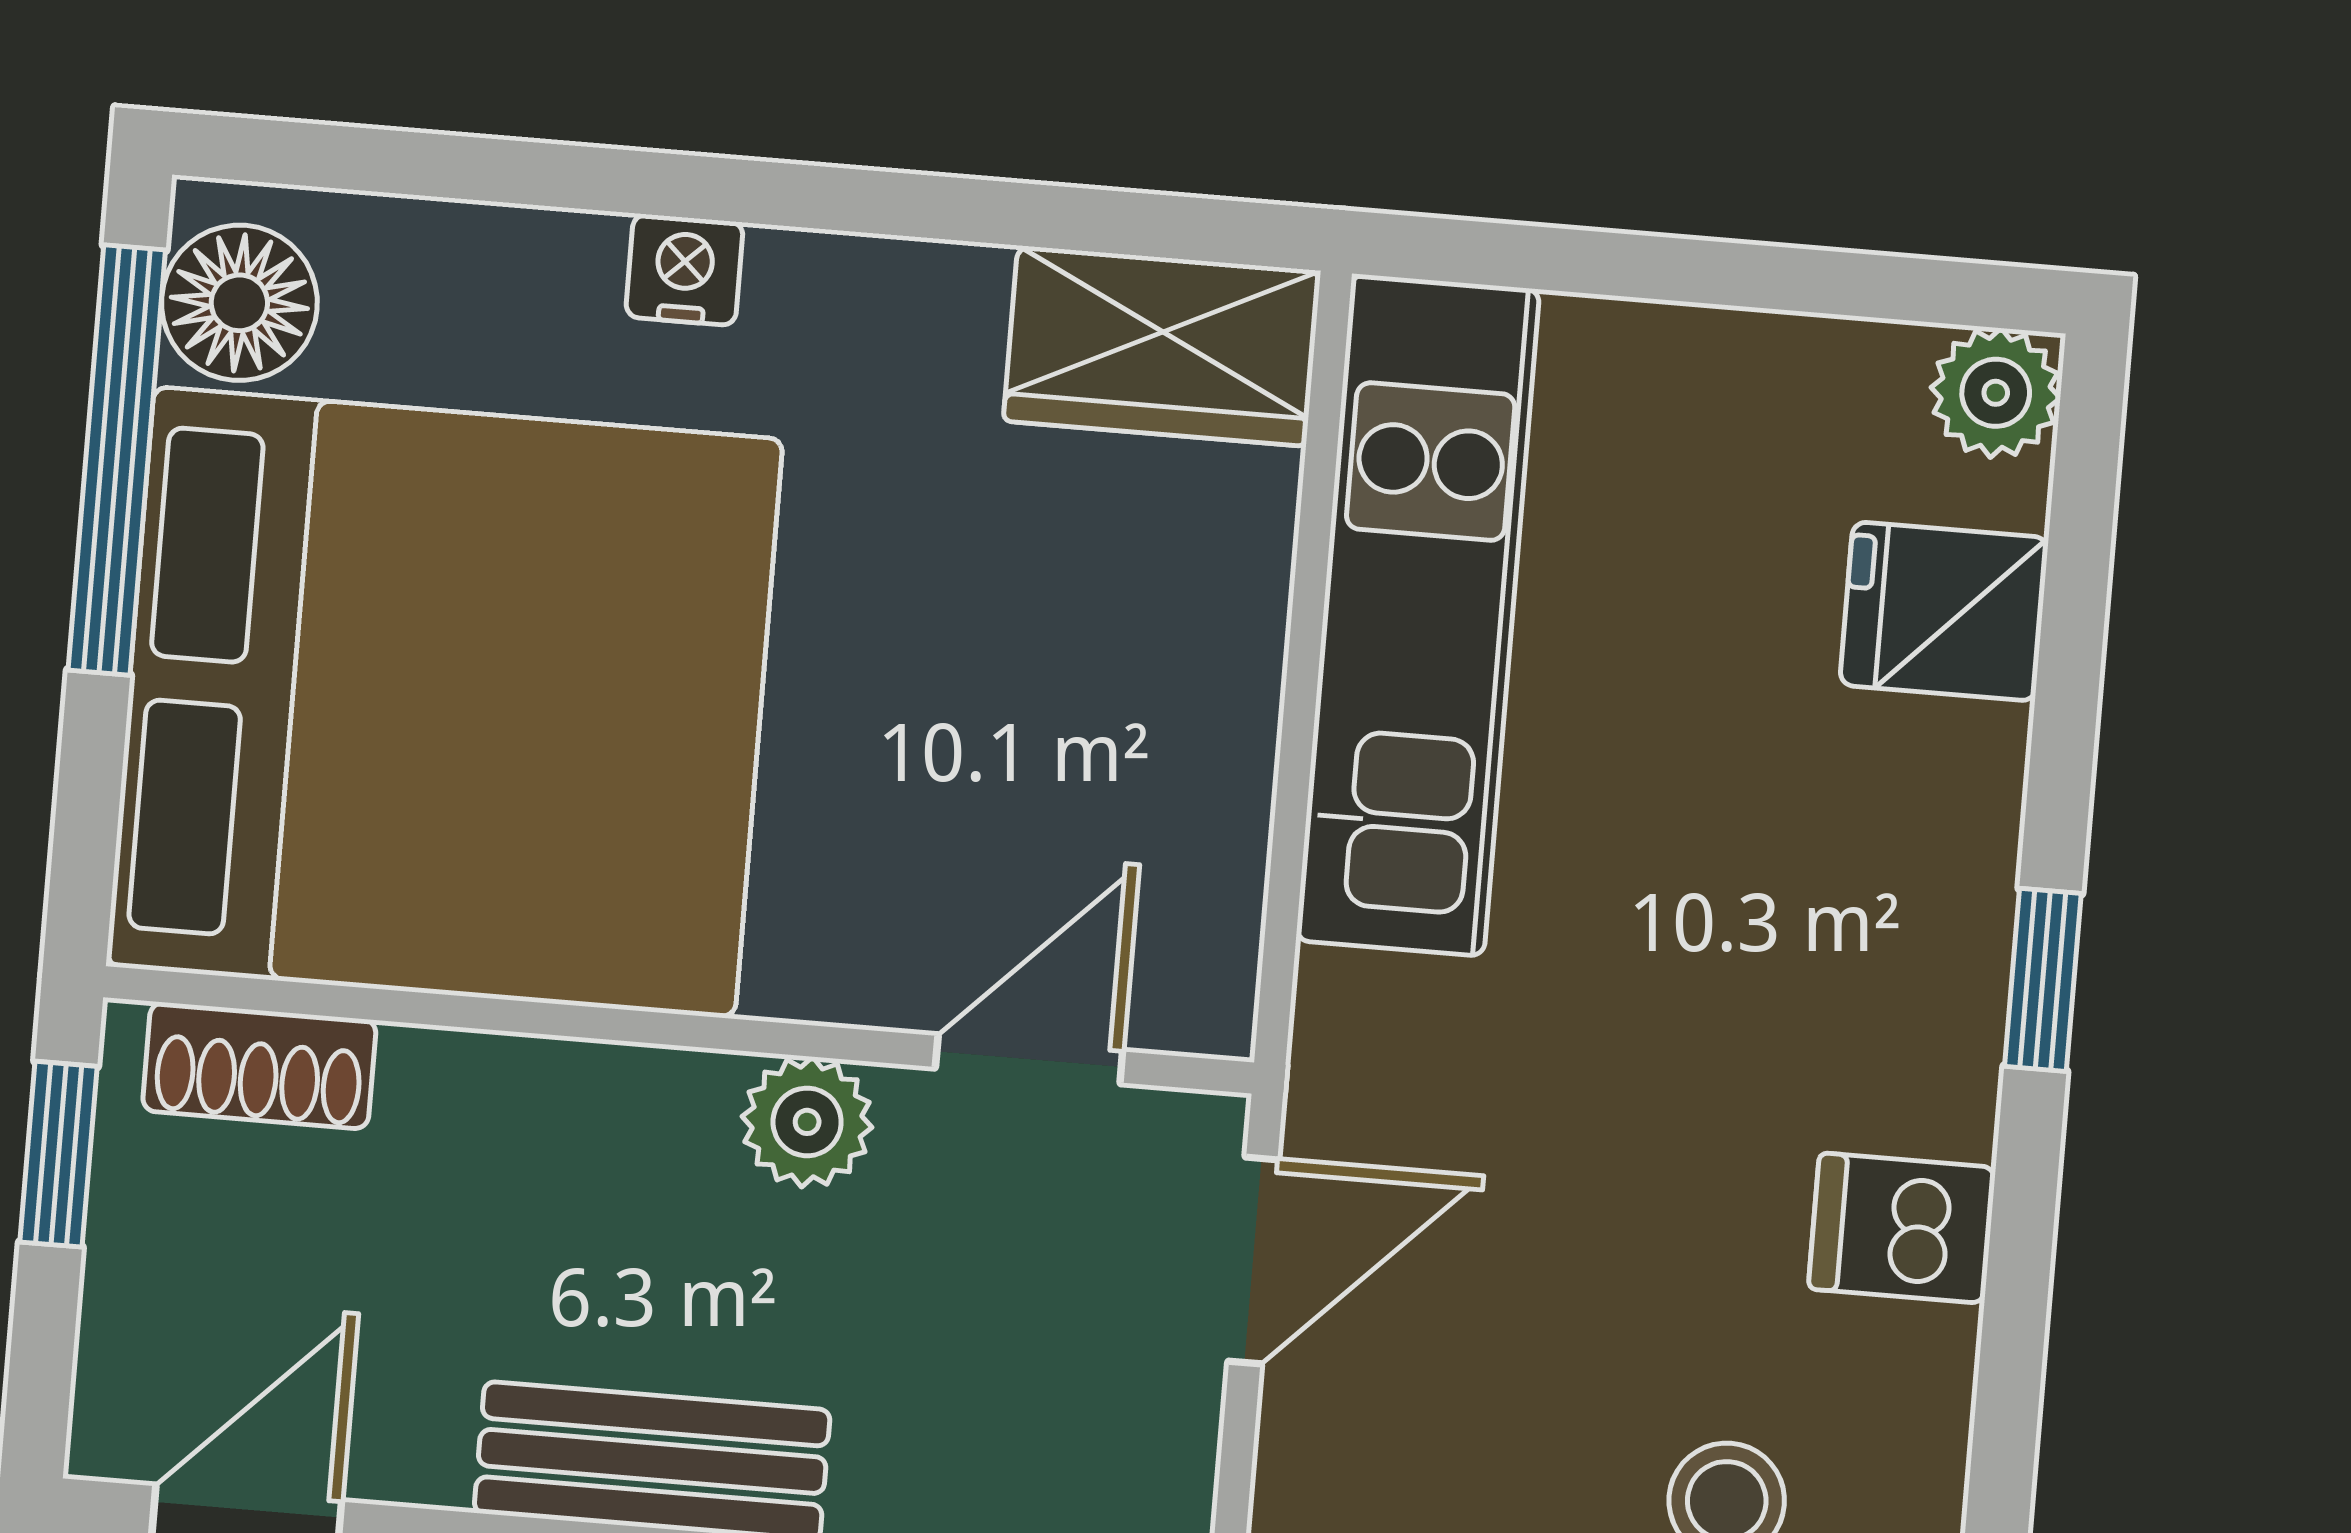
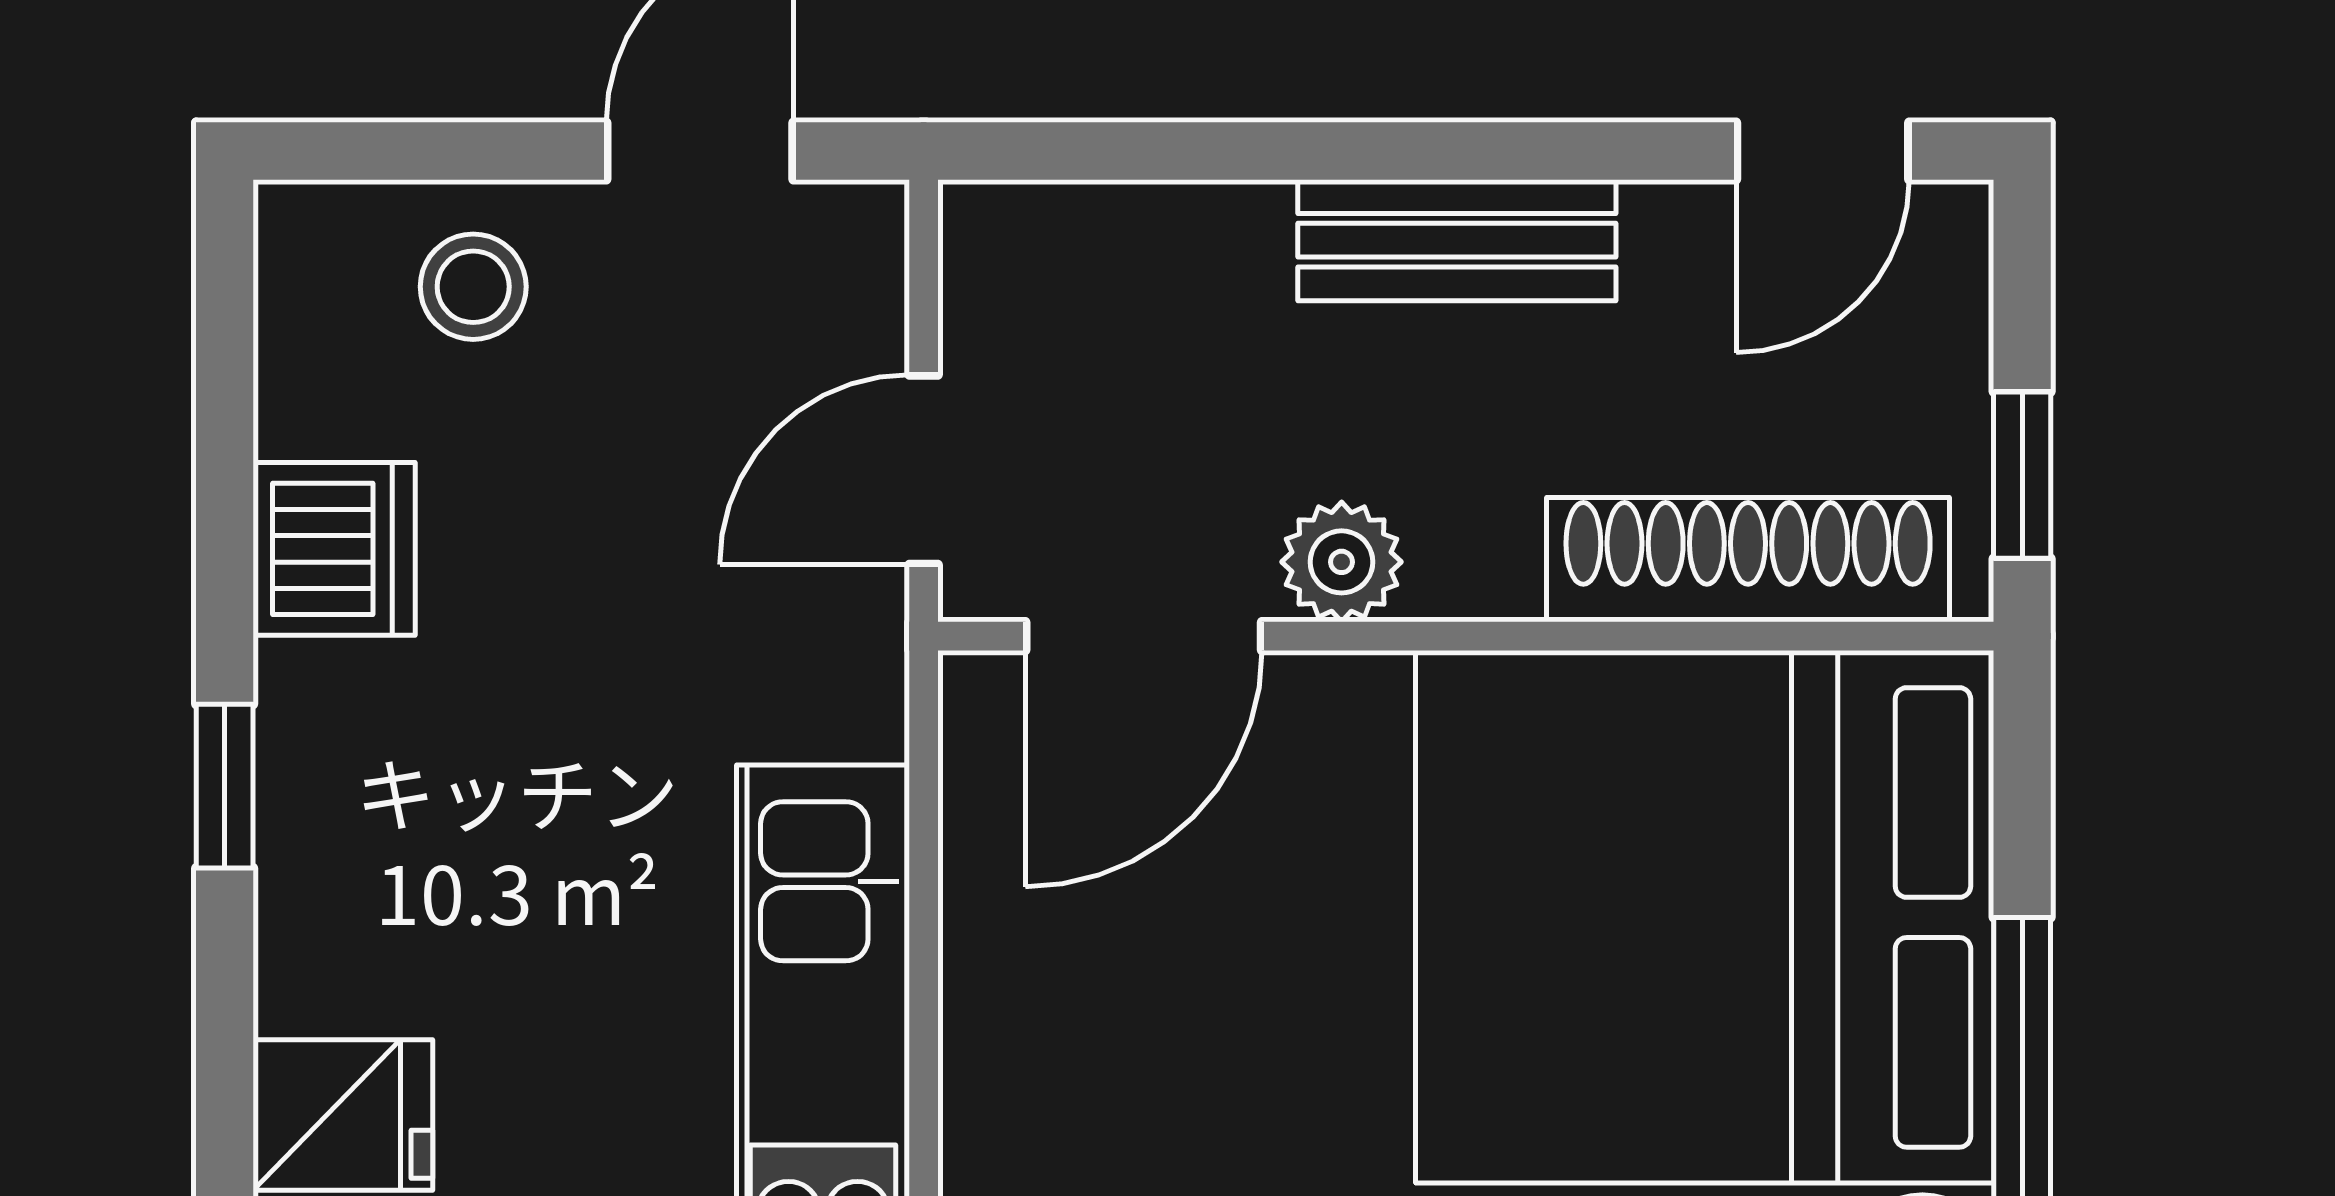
door: (1029, 1059) -> (1144, 636), width x1.38
shoe rack: (259, 1065) -> (1748, 560), width x1.94, depth x1.24
dishwasher: (1902, 1228) -> (334, 549), width x1.38

